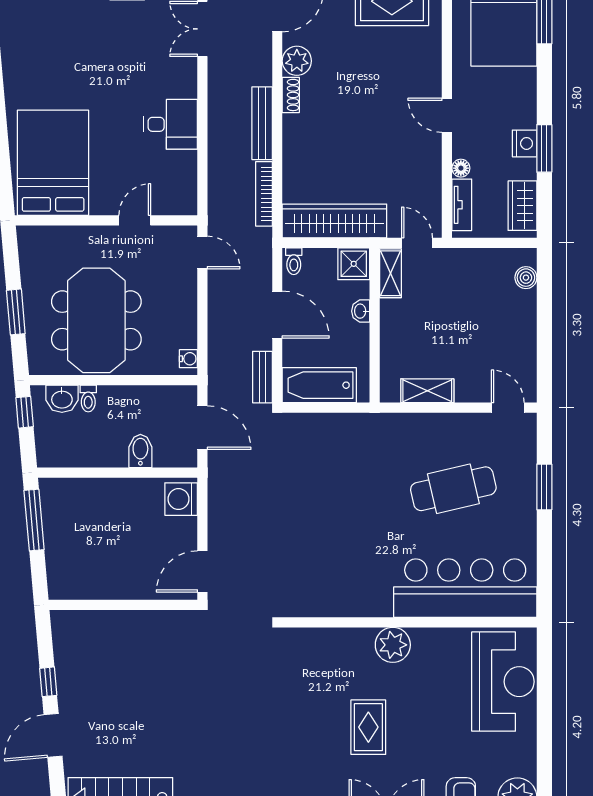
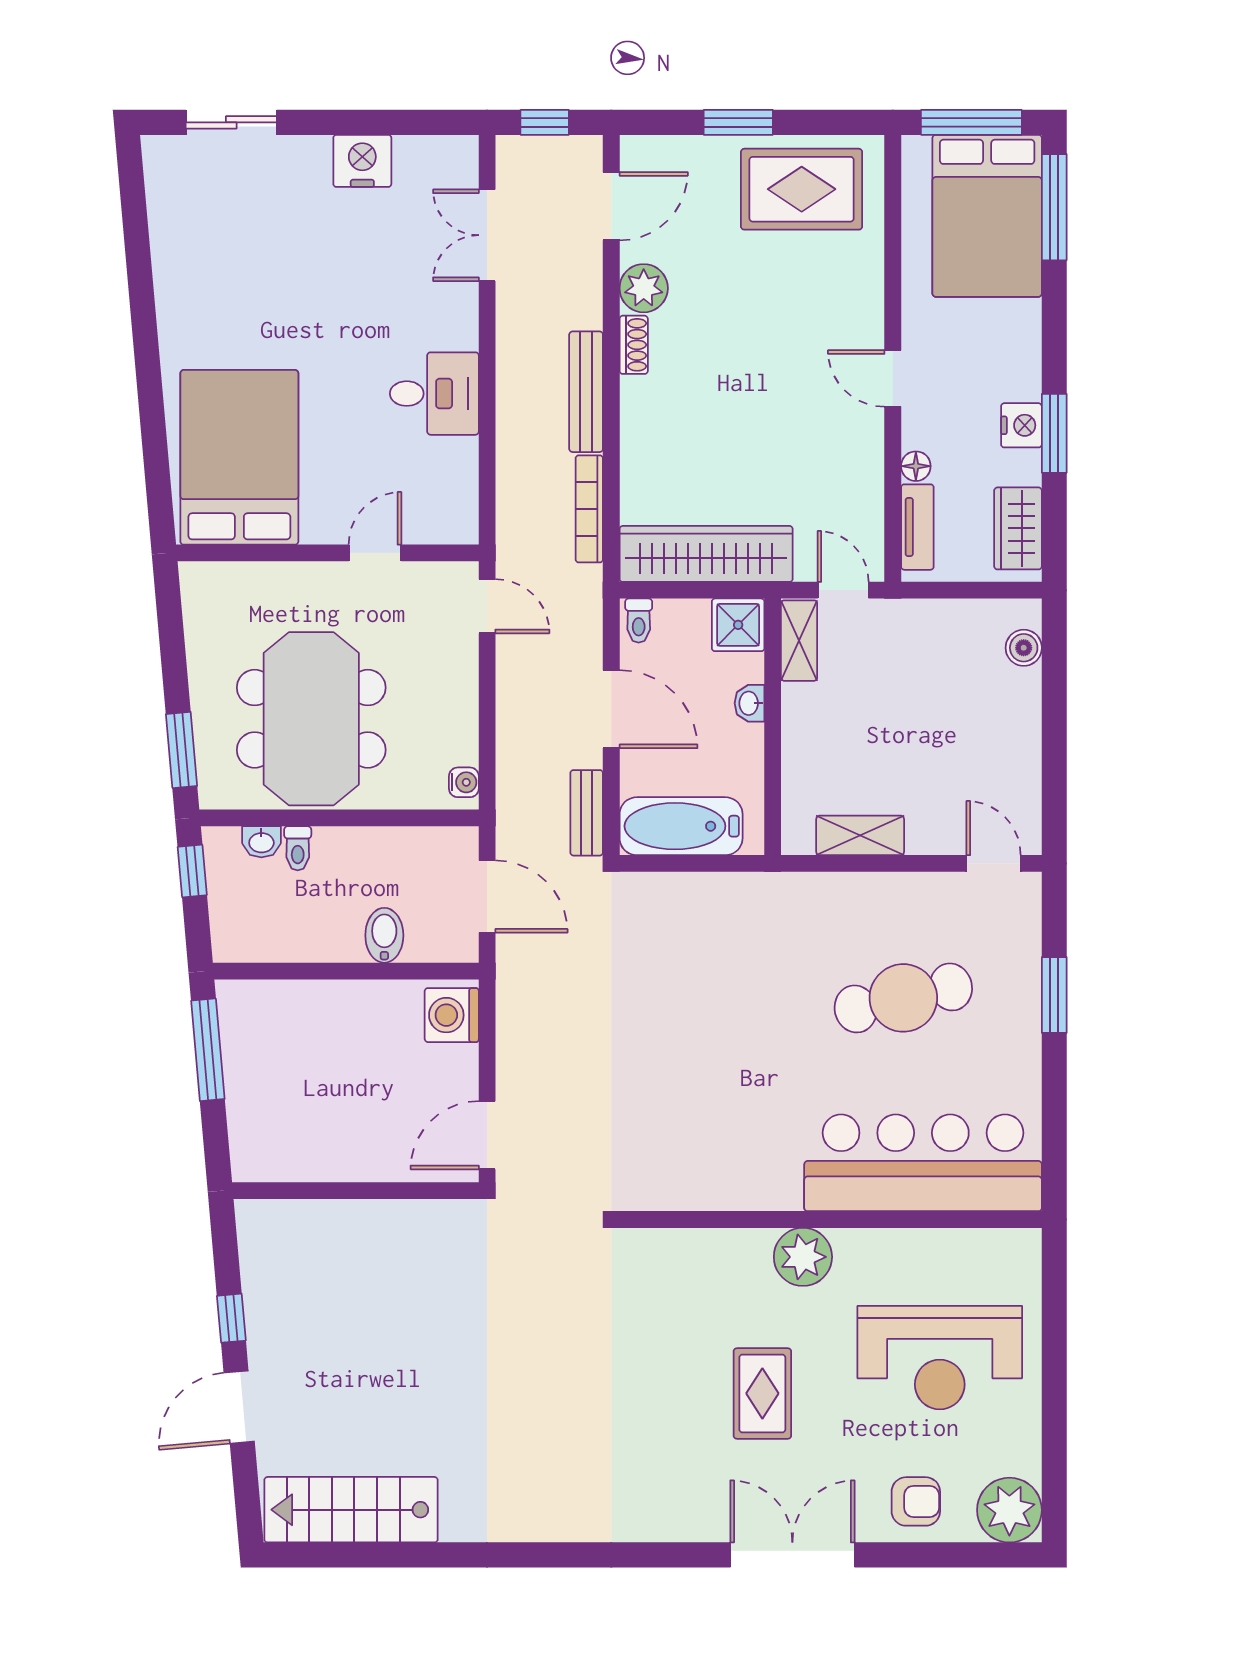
window: (16, 312) -> (182, 750), moved
washbasin: (62, 399) -> (261, 842), width x0.72, depth x0.69
reception desk: (503, 682) -> (940, 1358), moved, turned 90

